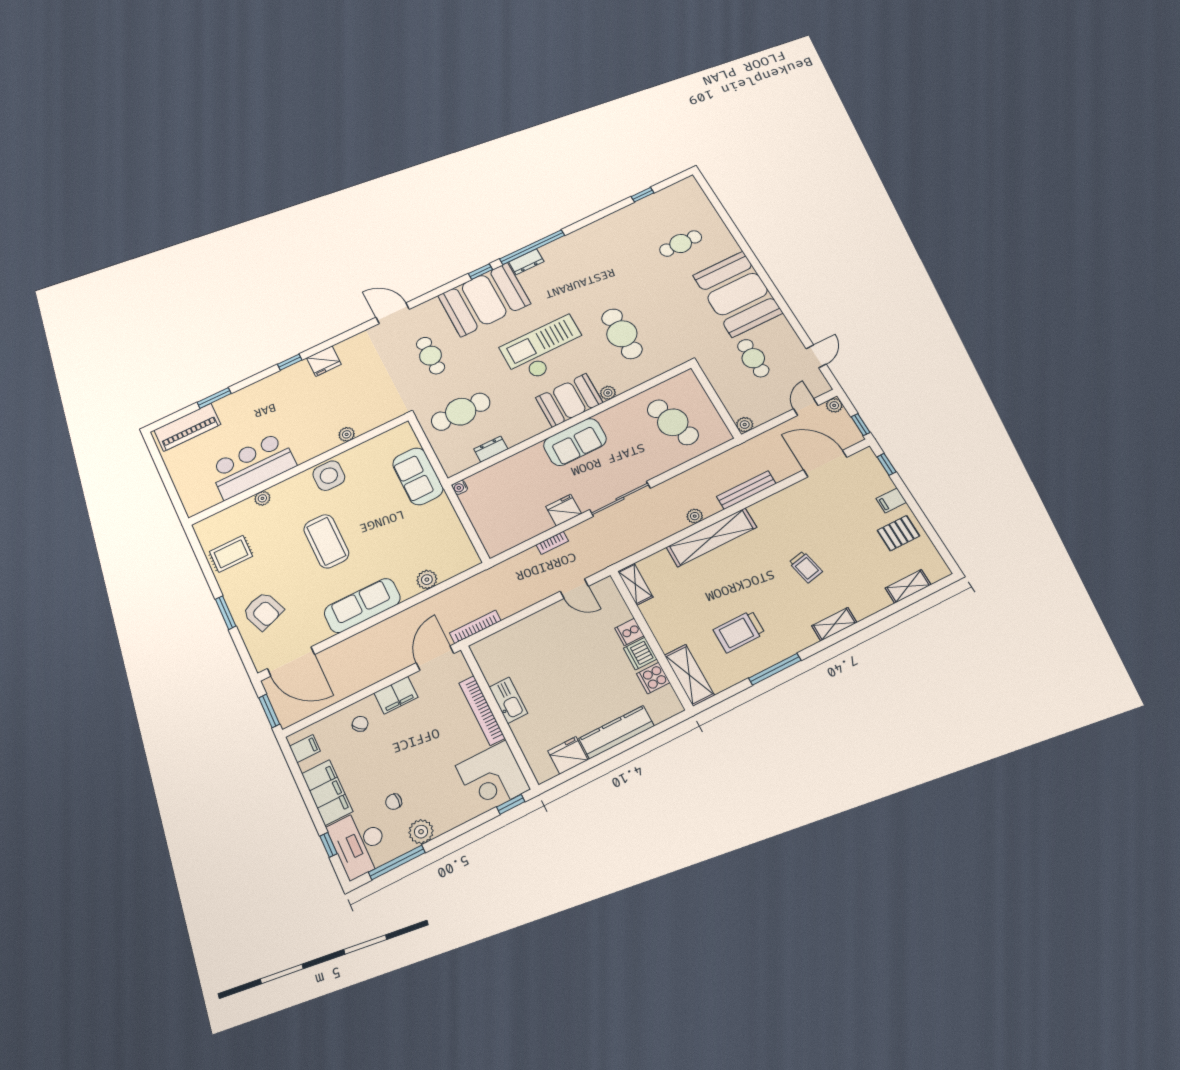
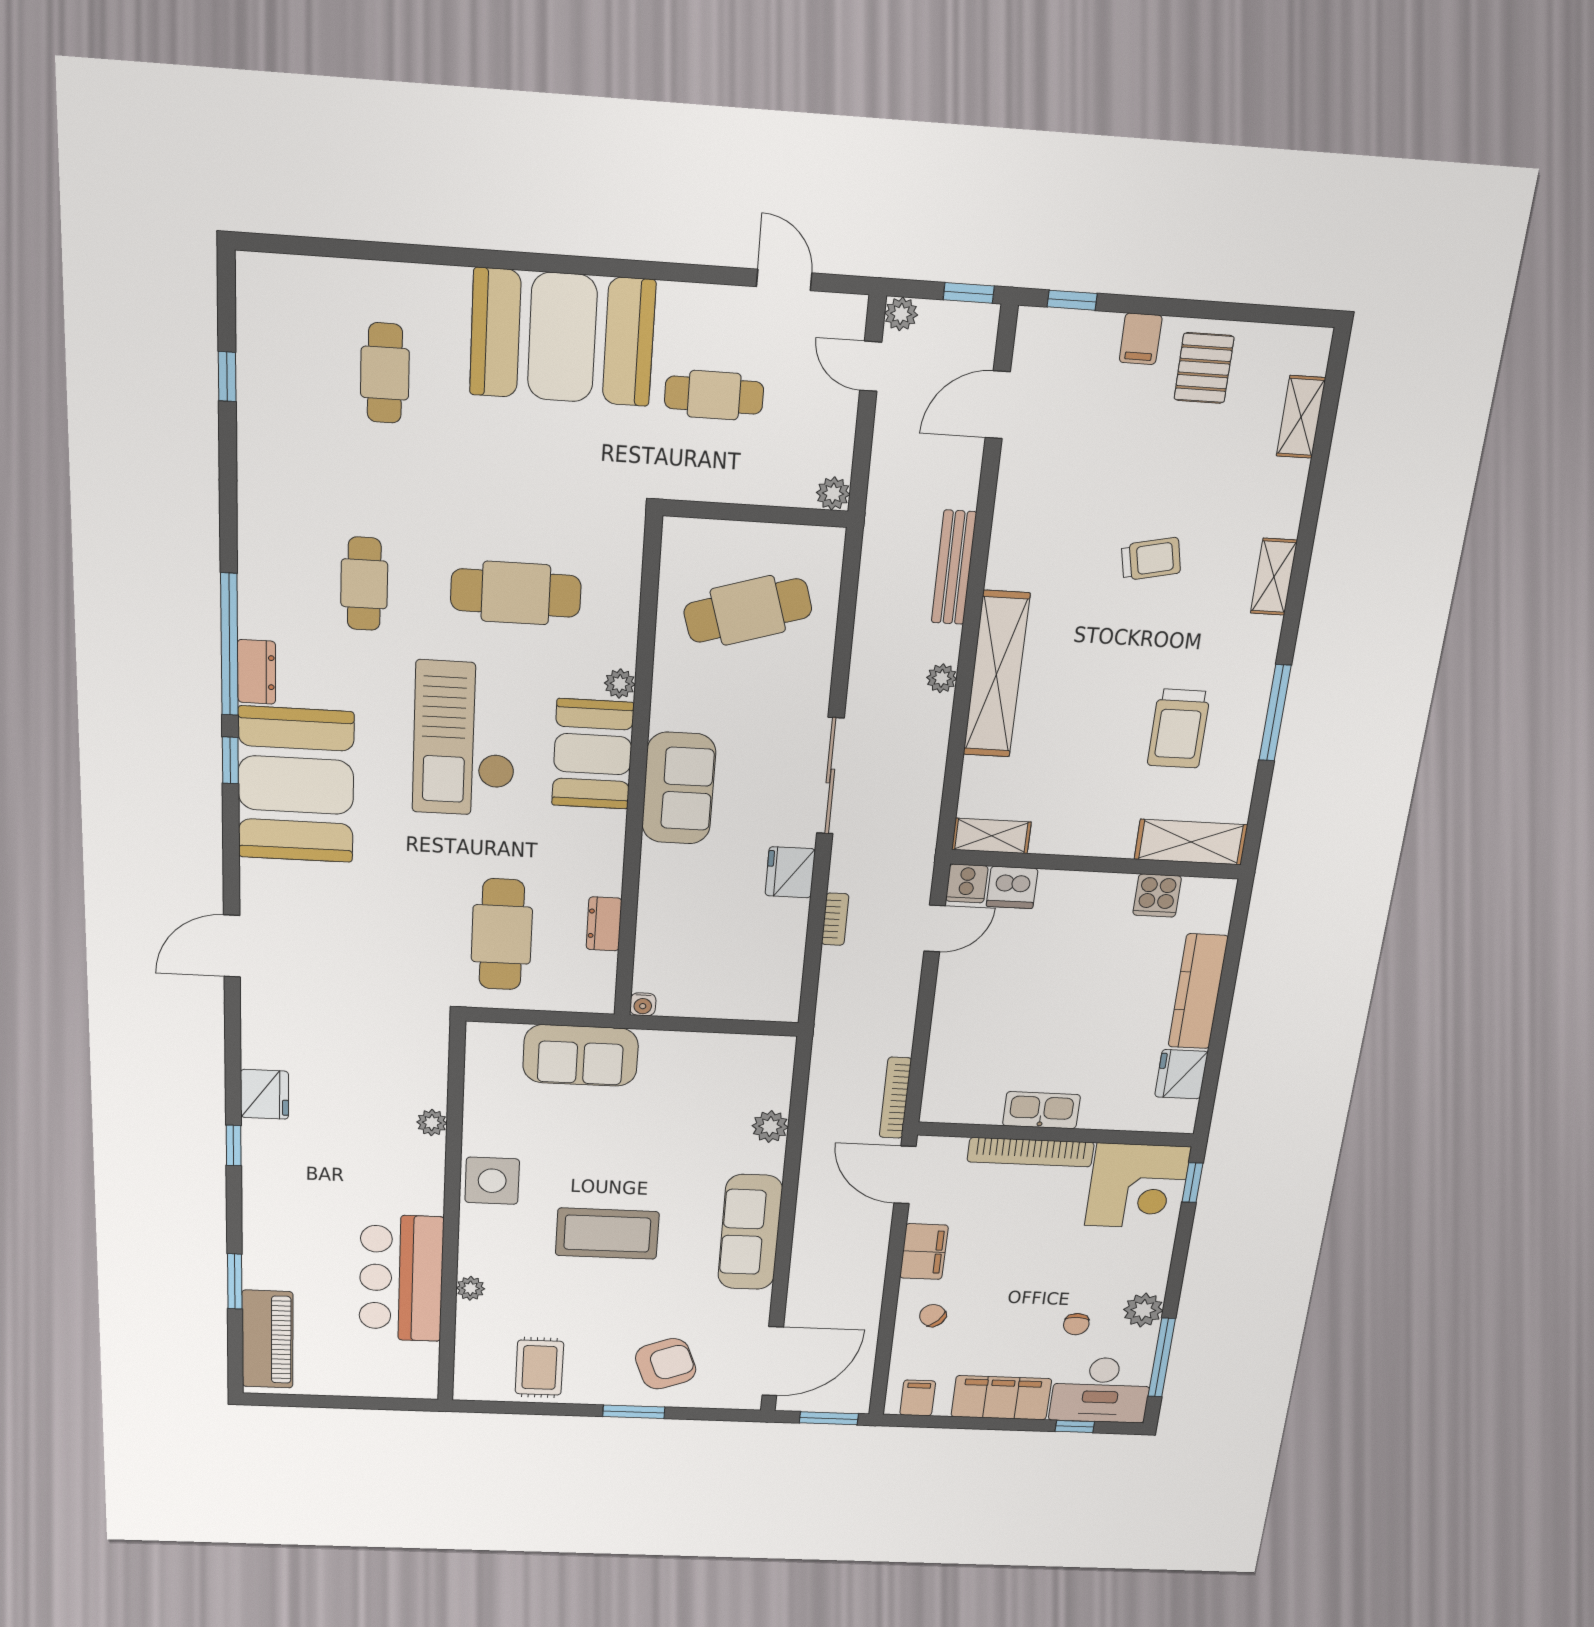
cafe table: (431, 356) -> (364, 584), moved, turned 90
door: (825, 463) -> (998, 405), width x0.73
cooker: (629, 632) -> (967, 883), moved
dishwasher: (640, 654) -> (1012, 887), moved

